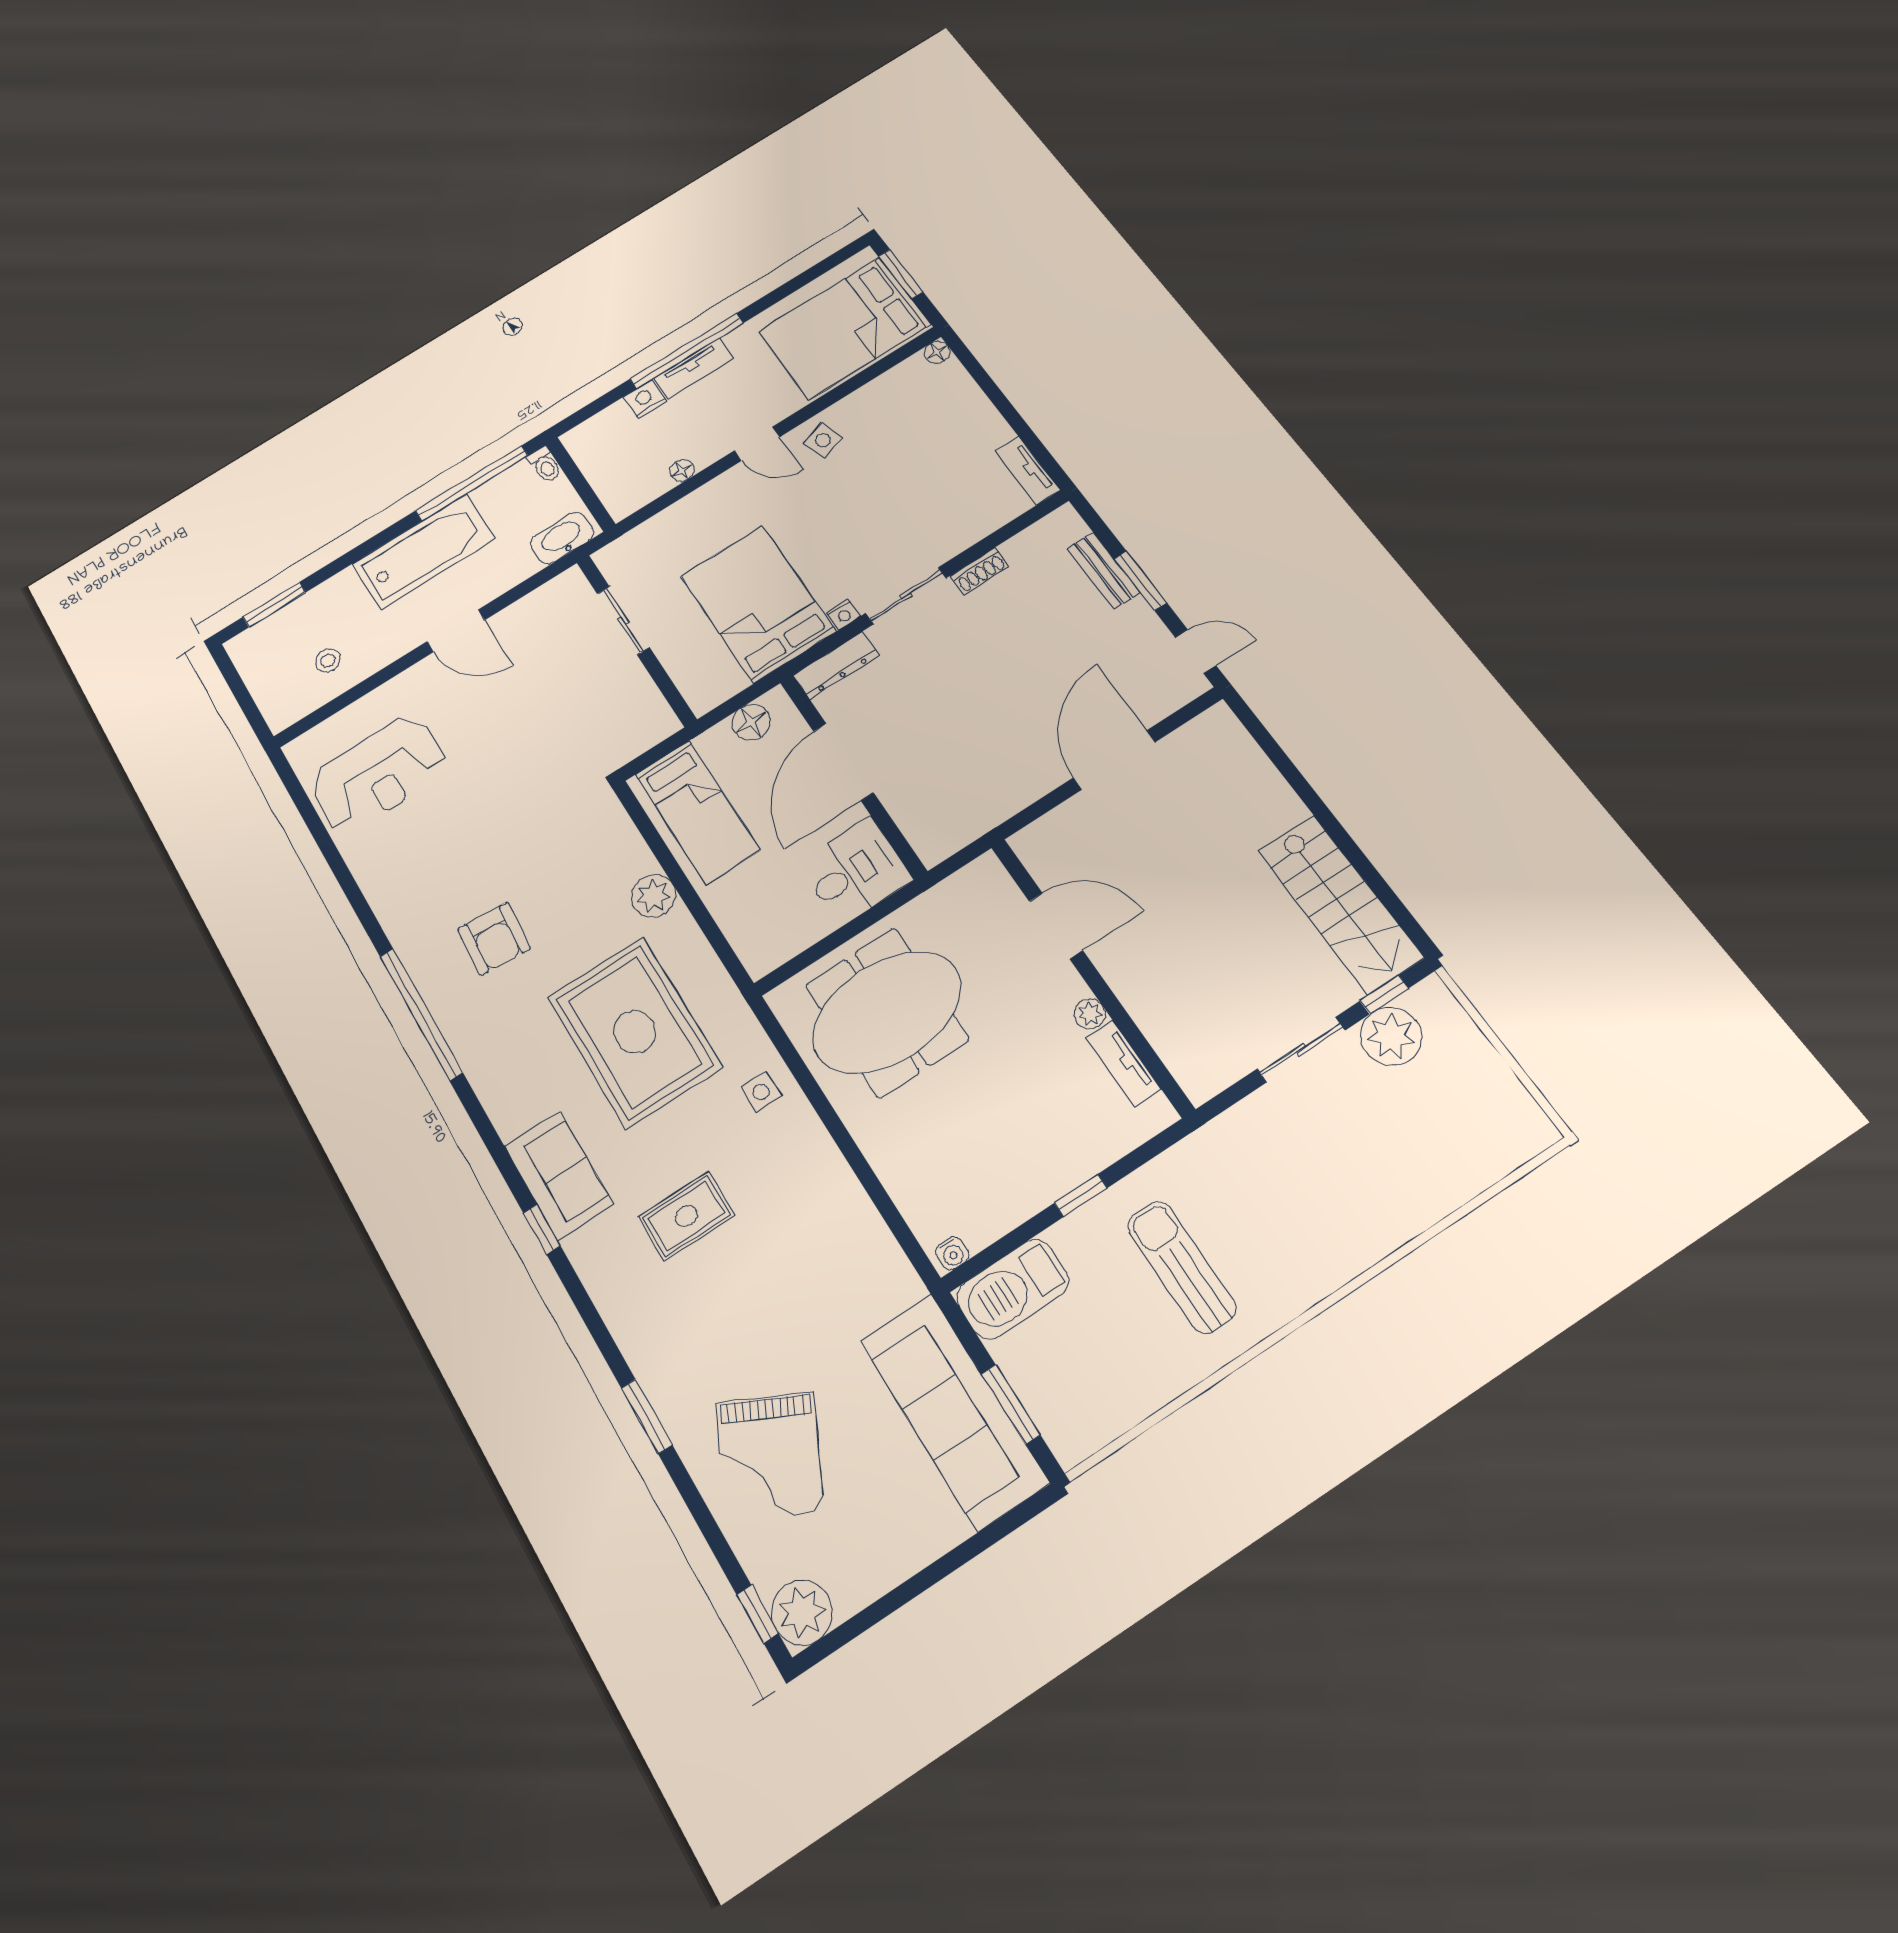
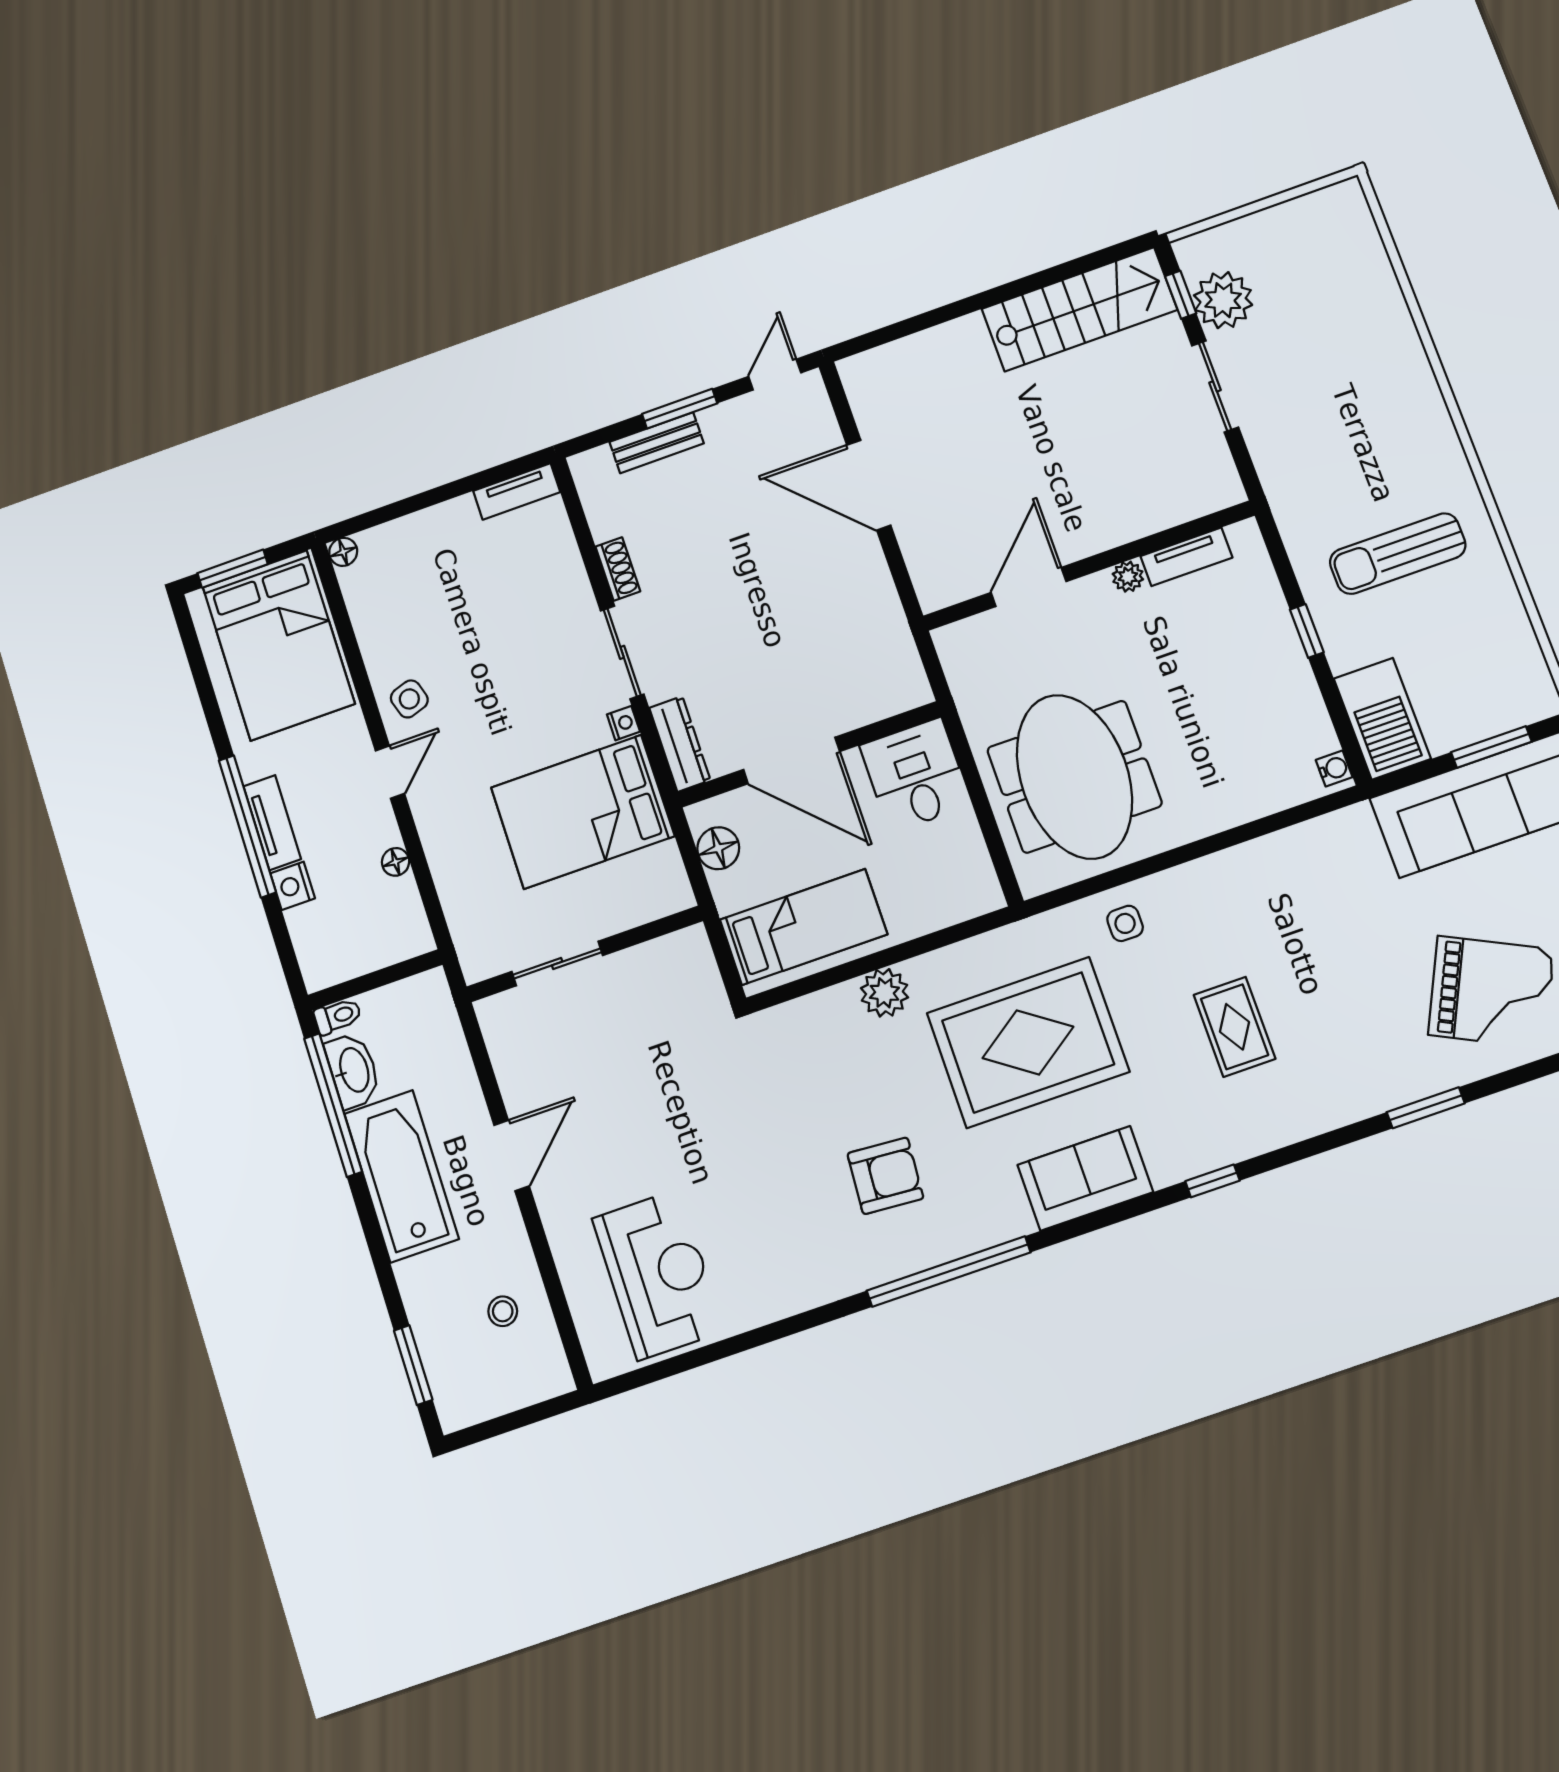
washbasin: (562, 538) -> (353, 1070), moved, turned 180
sofa: (559, 1175) -> (1085, 1178), moved

